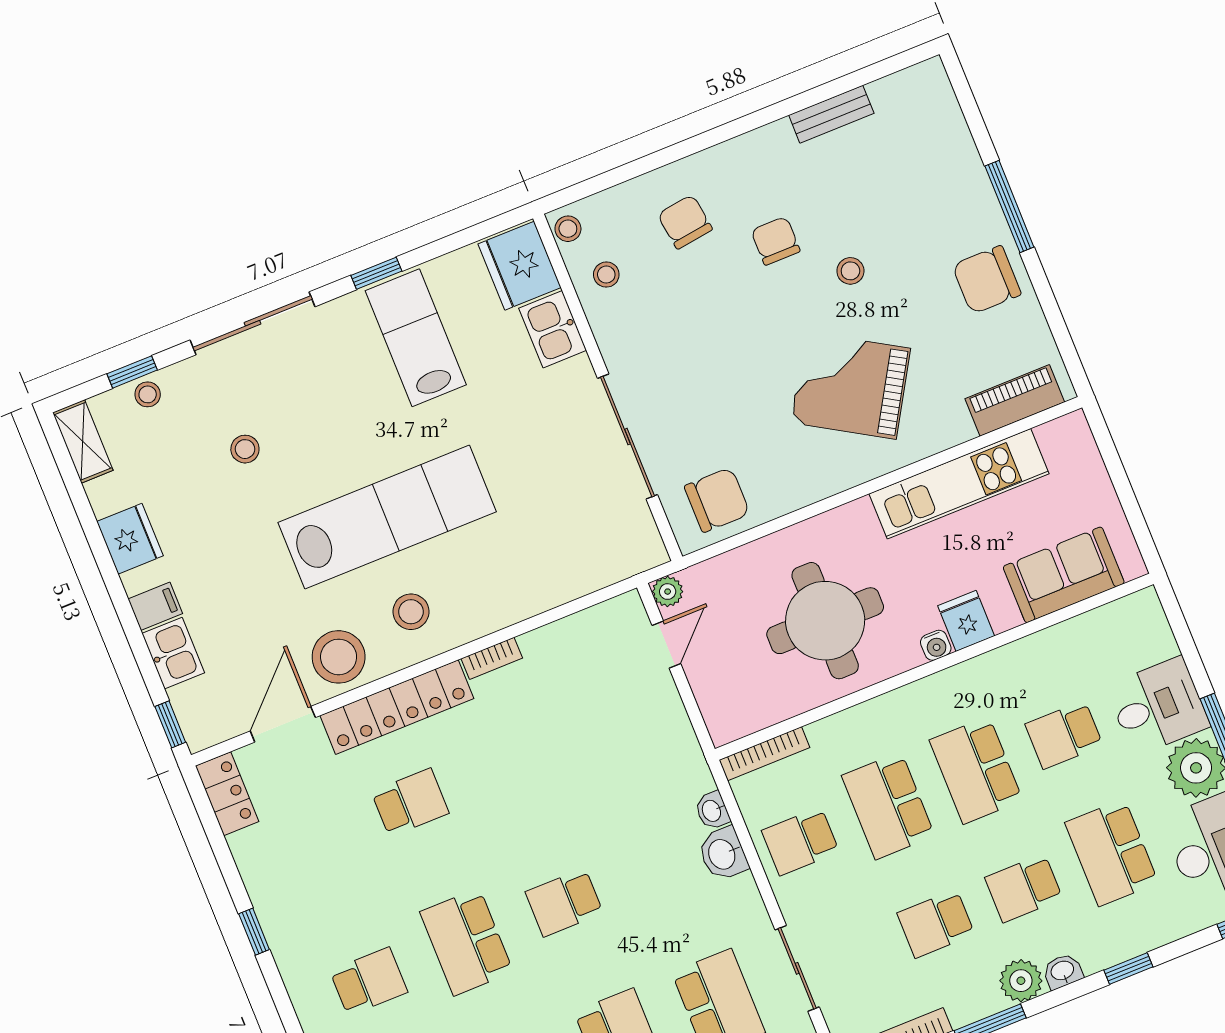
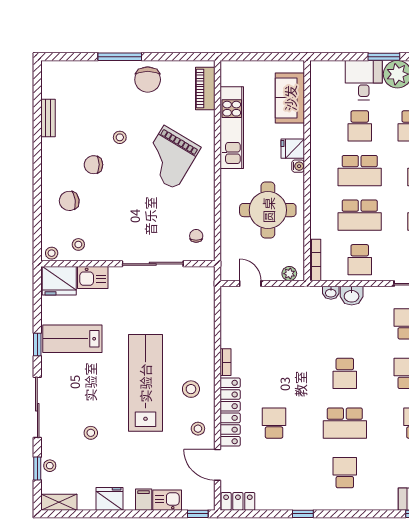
chair: (717, 500) -> (196, 236), width x0.54, depth x0.54
plant: (668, 592) -> (289, 274), moved
stool: (339, 657) -> (198, 429), width x0.53, depth x0.53

